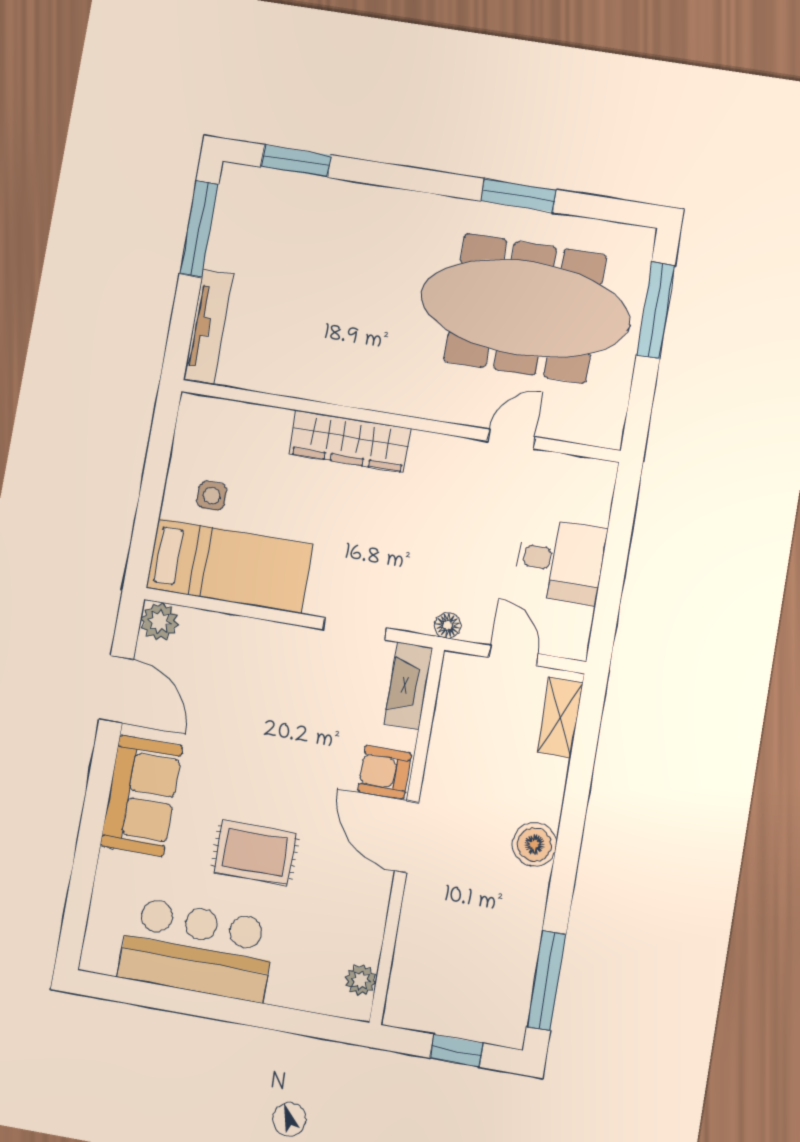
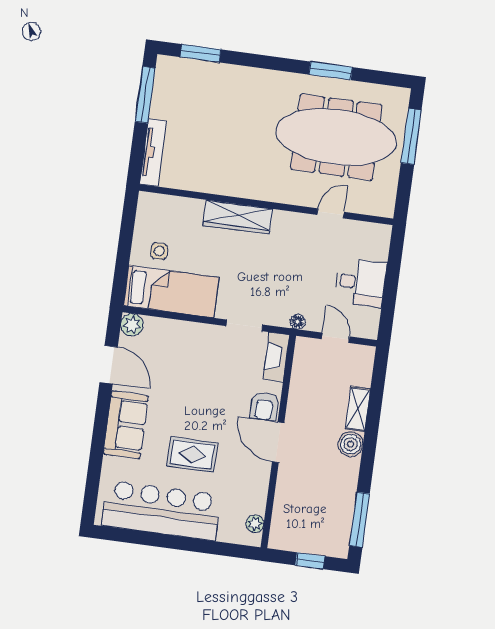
shelving: (560, 717) -> (358, 409), moved
armchair: (385, 772) -> (264, 406), turned -90
bar counter: (197, 949) -> (161, 510), width x1.36

